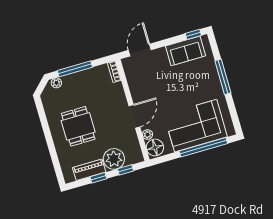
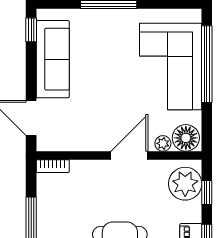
sofa: (185, 51) -> (53, 59), width x1.36
door: (134, 116) -> (129, 155), hinge flipped
plant: (114, 159) -> (185, 184), moved

